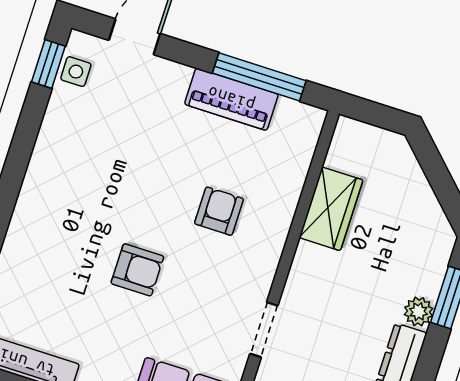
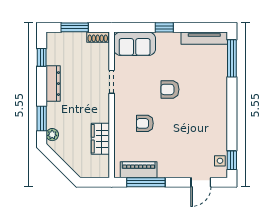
piano: (231, 99) -> (139, 170), moved
armchair: (219, 211) -> (145, 123), turned 90
plant: (419, 312) -> (52, 135), moved

